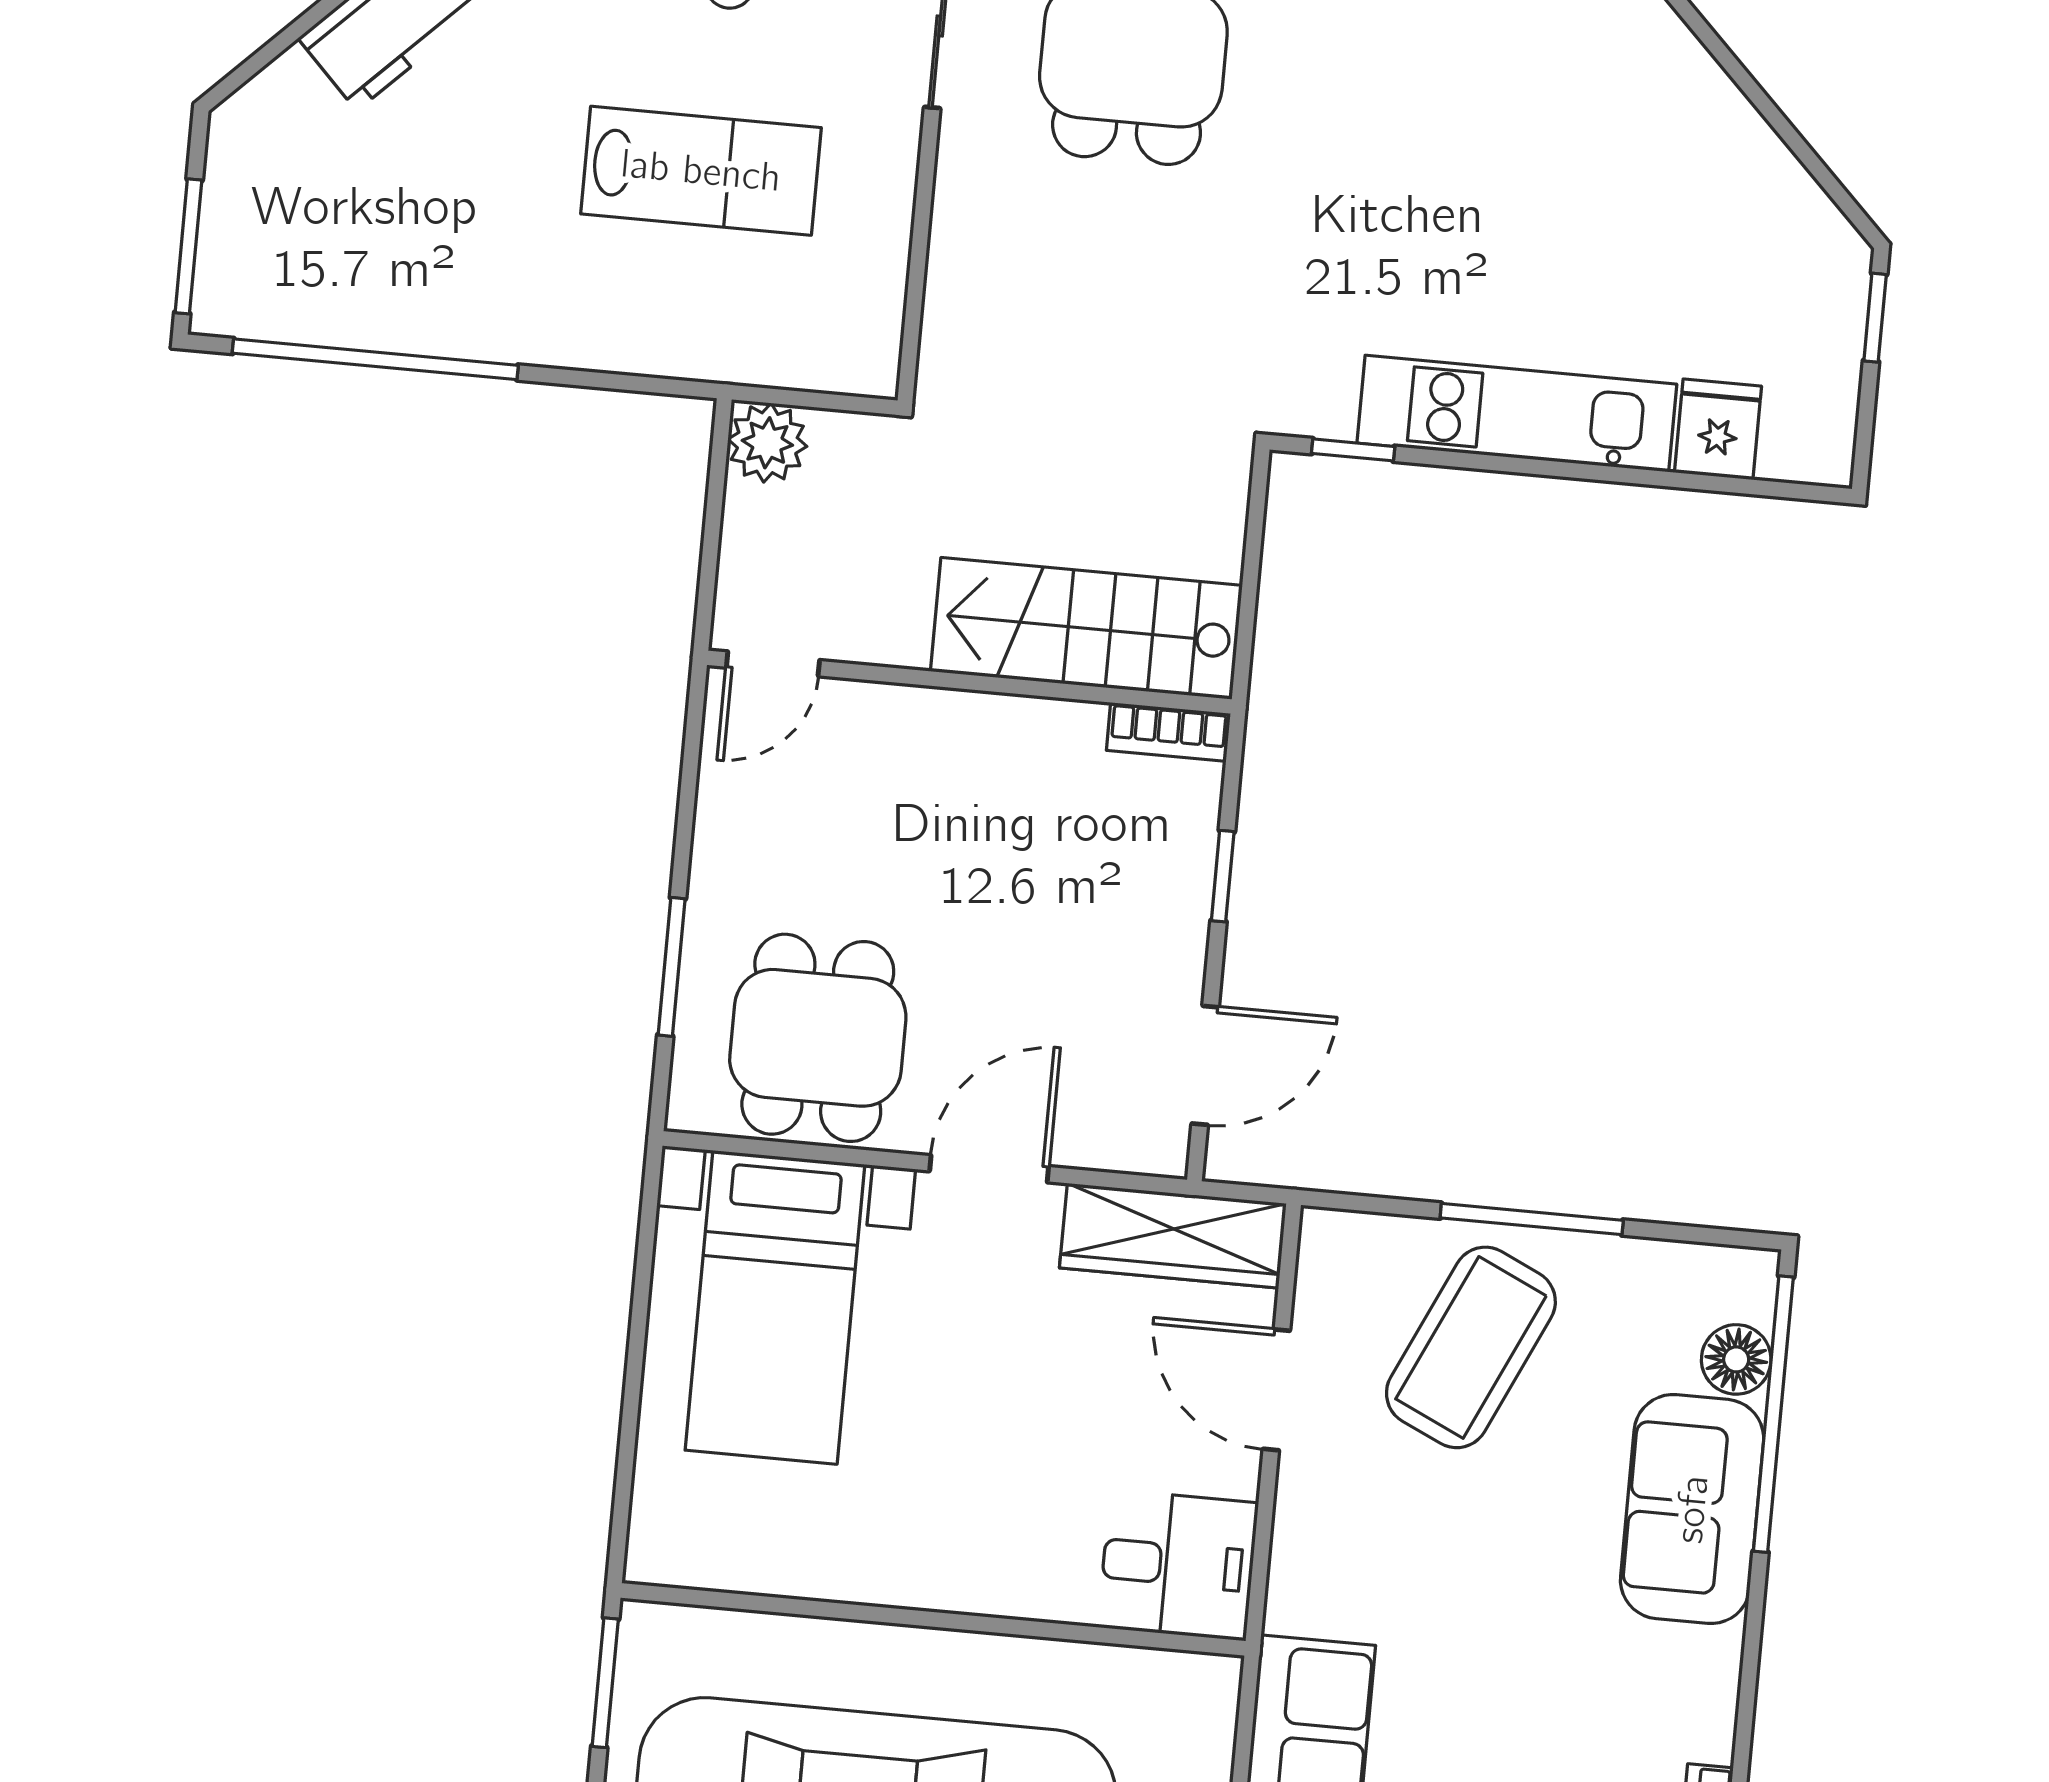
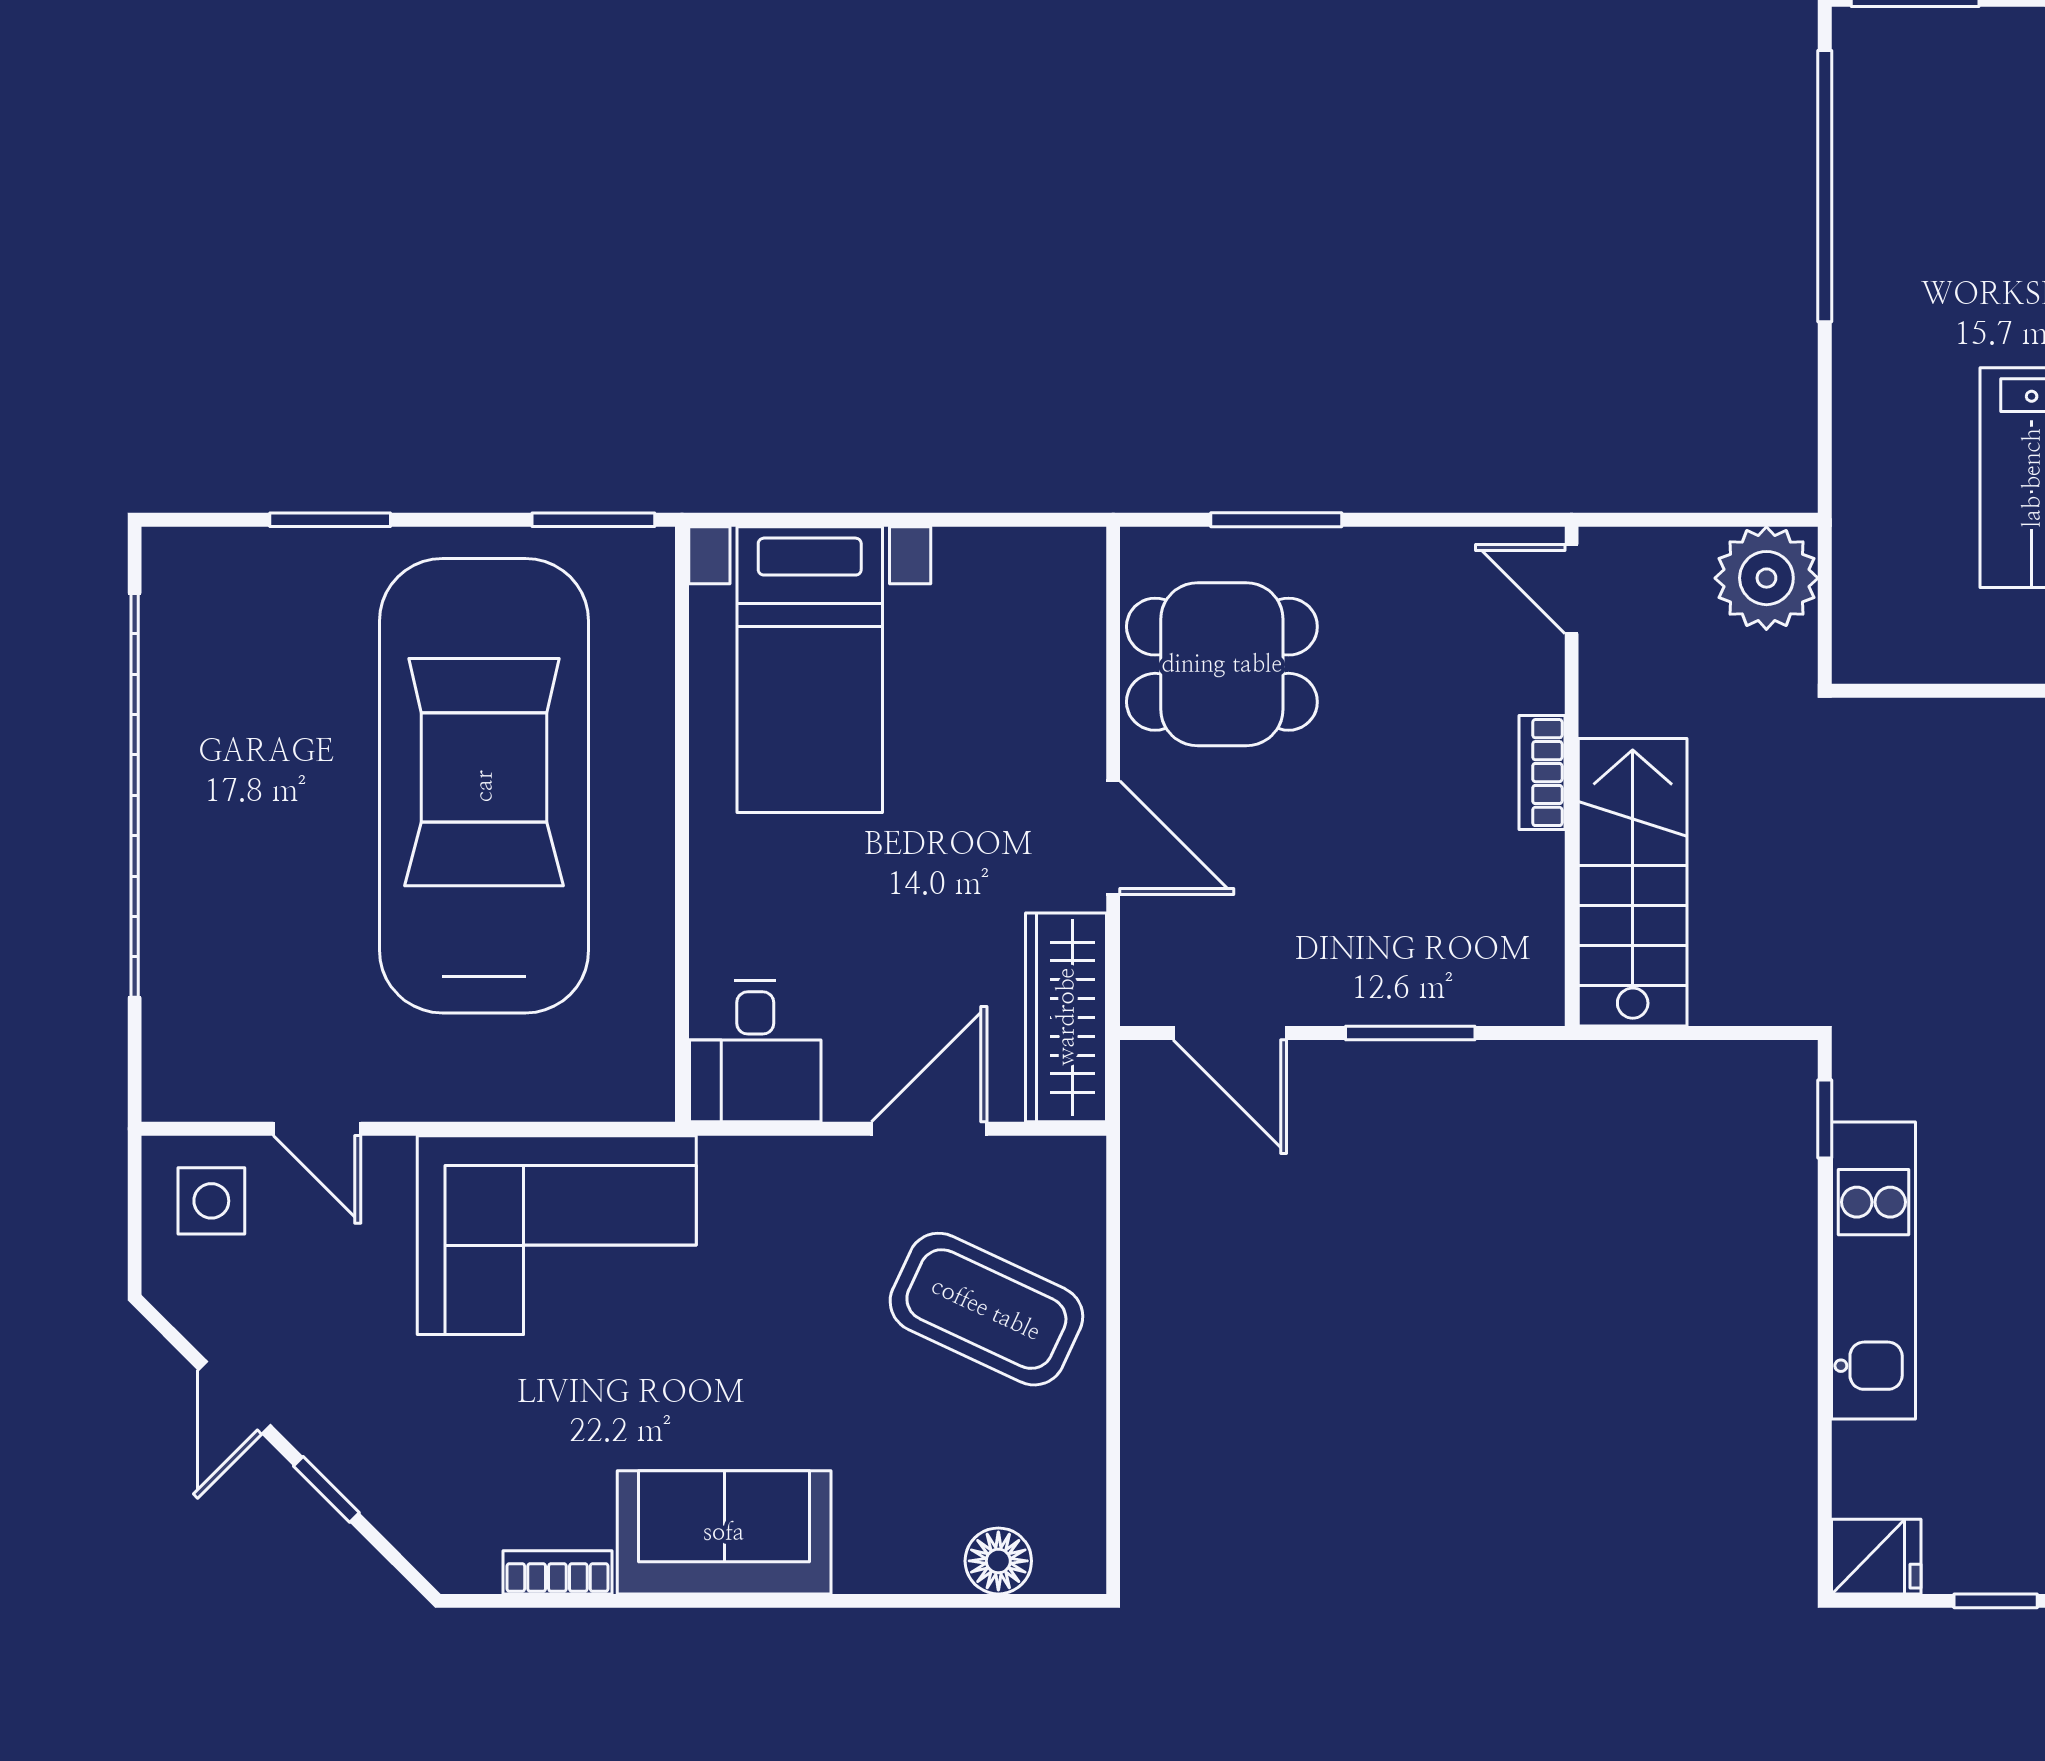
fridge: (1718, 429) -> (1876, 1557), moved
plant: (767, 443) -> (1766, 578), width x1.36, depth x1.36
bookcase: (1168, 732) -> (1542, 773), moved
window: (1223, 876) -> (1410, 1033), width x1.50
window: (1532, 1219) -> (1113, 1355), removed
bed with nightstands: (775, 1307) -> (810, 670), moved, turned -90
window: (1773, 1414) -> (950, 1601), removed
sofa: (1692, 1509) -> (724, 1532), moved

